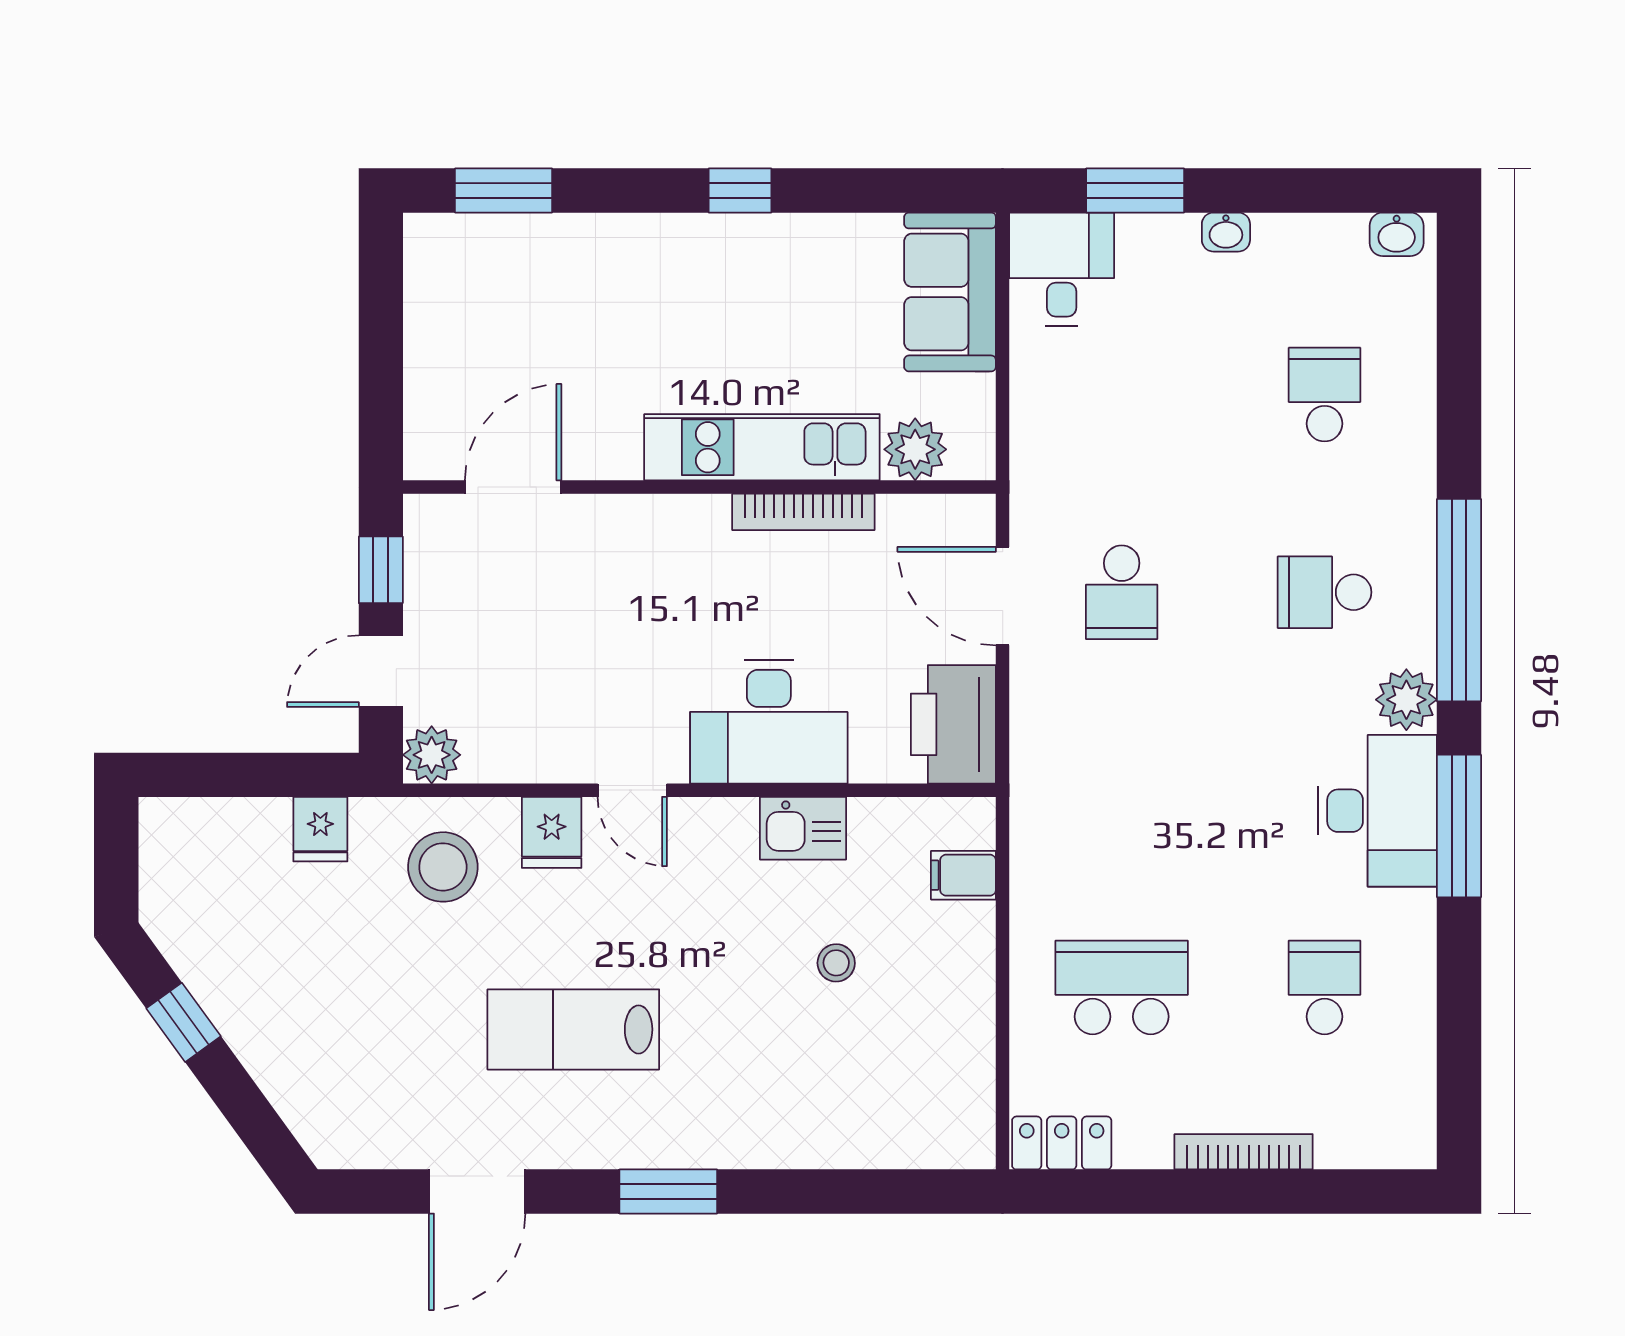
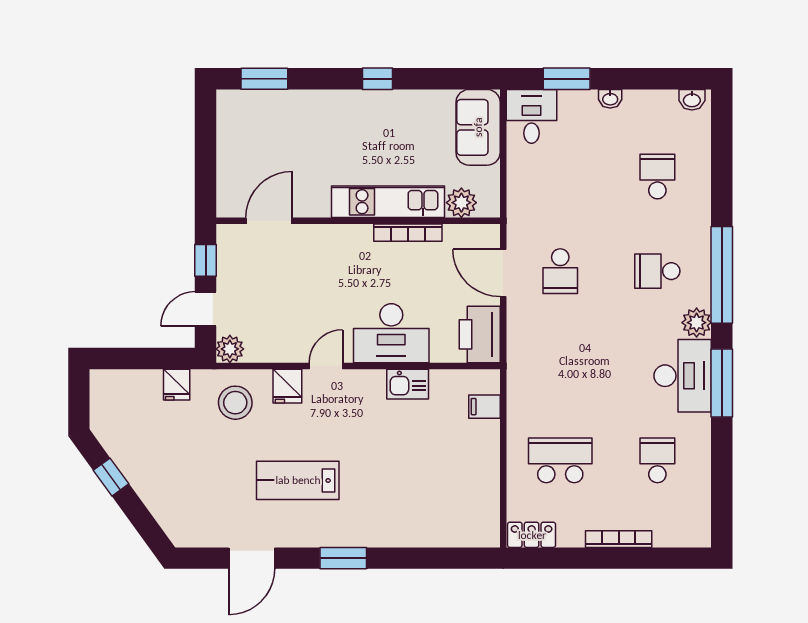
door: (632, 790) -> (326, 366), swing flipped
stool: (836, 963) -> (424, 449), removed

